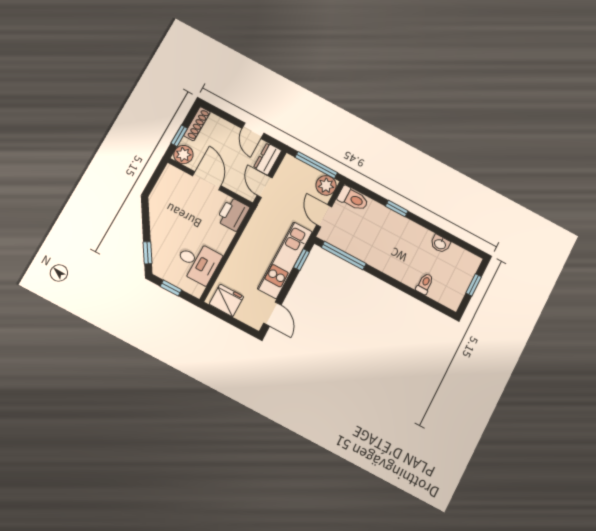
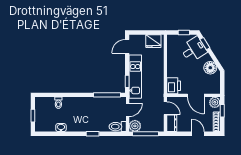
door: (253, 131) -> (198, 134), moved
floor lamp: (160, 211) -> (210, 68), added
door: (324, 216) -> (128, 110), hinge flipped
desk: (198, 262) -> (194, 50), moved, turned 148
door: (272, 314) -> (127, 46), hinge flipped

